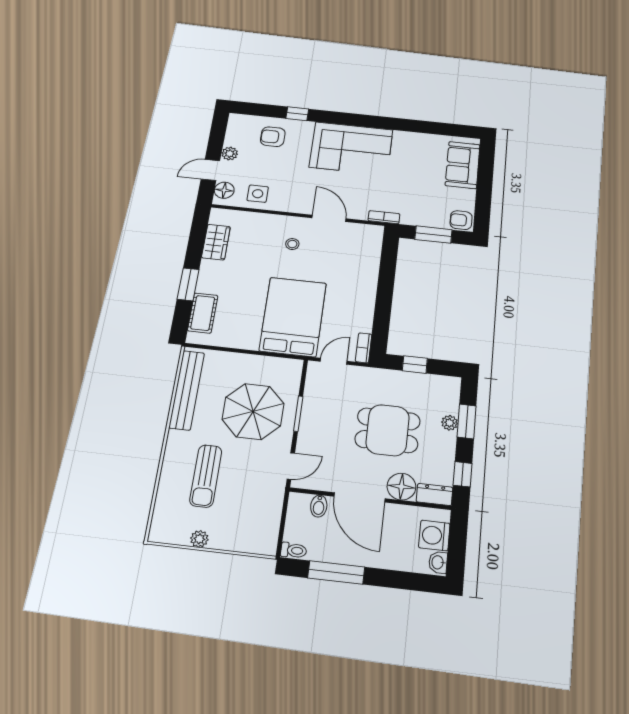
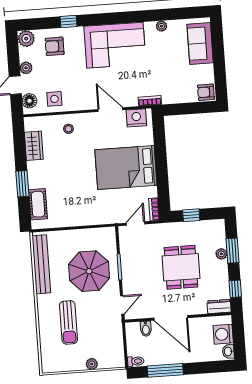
plant: (239, 123) -> (26, 39), added
plant: (416, 138) -> (161, 26), added
nightstand: (362, 234) -> (136, 118), added
window: (433, 235) -> (188, 108), removed
stool: (292, 244) -> (68, 129), moved
bed: (293, 317) -> (126, 167), moved, turned -90
dining table: (388, 430) -> (181, 267), turned 90
floor lamp: (401, 487) -> (197, 305), removed
plant: (199, 539) -> (92, 364), moved

